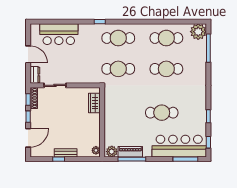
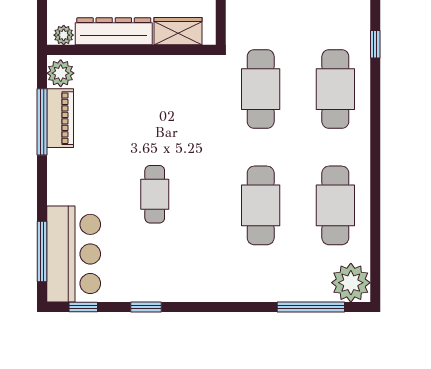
cafe table: (162, 113) -> (155, 194), width x0.73, depth x0.74
dresser: (94, 130) -> (114, 31), added
bar counter: (179, 146) -> (74, 254), width x0.73

